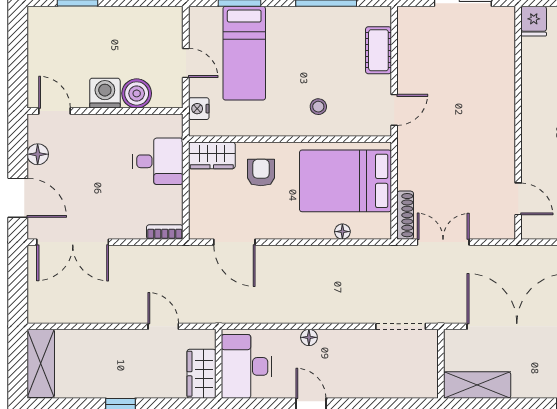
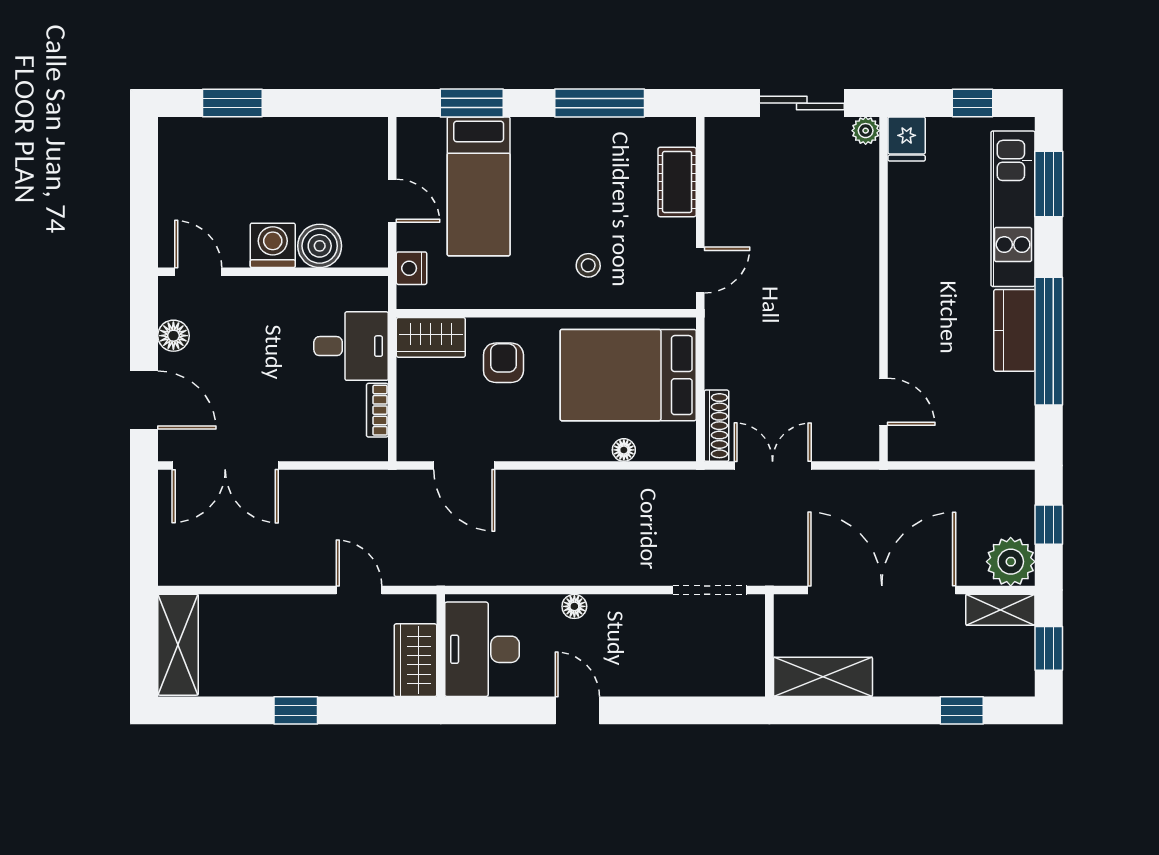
plant: (506, 15) -> (866, 131), added
bookcase: (165, 232) -> (377, 410), moved, turned -90

